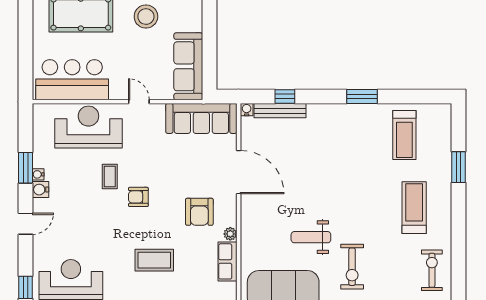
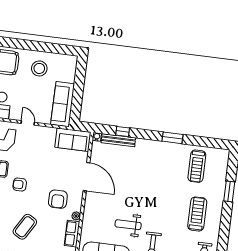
sofa: (201, 118) -> (73, 140), width x0.73
coffee table: (154, 260) -> (25, 227), turned -59

